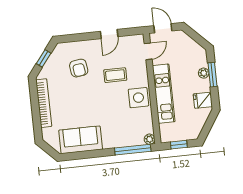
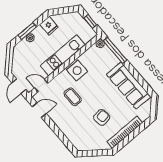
door: (109, 34) -> (39, 110), moved
window: (44, 58) -> (95, 153), removed
armchair: (79, 68) -> (102, 117), moved
sofa: (81, 140) -> (129, 86), width x1.36

